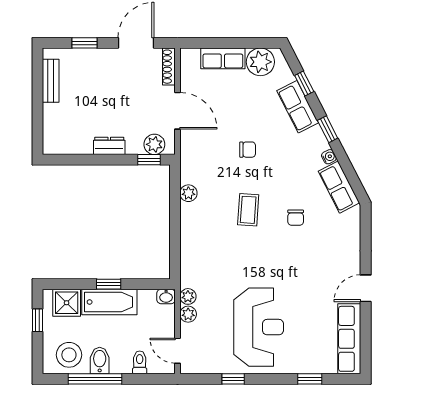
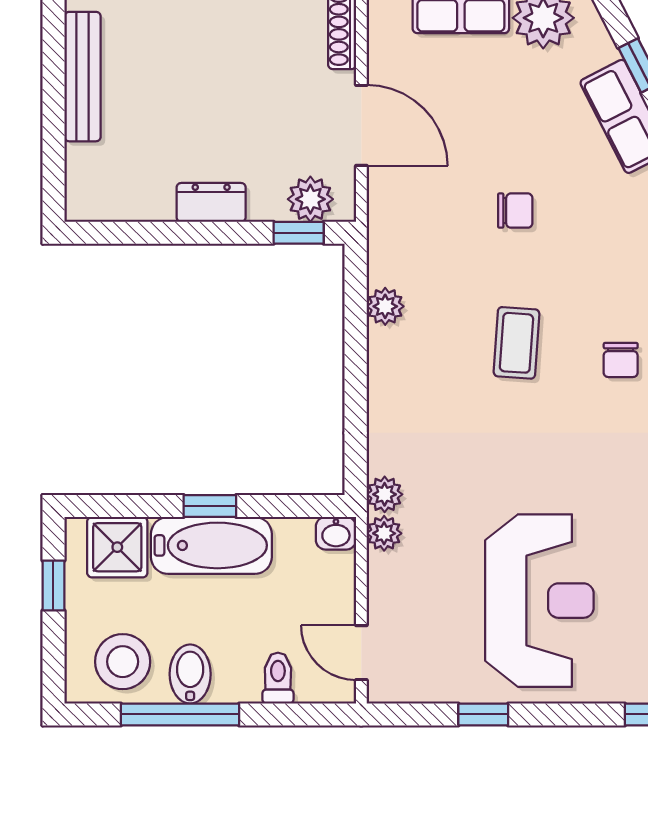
bench: (51, 81) -> (83, 77), width x1.36
plant: (188, 314) -> (385, 494), moved

